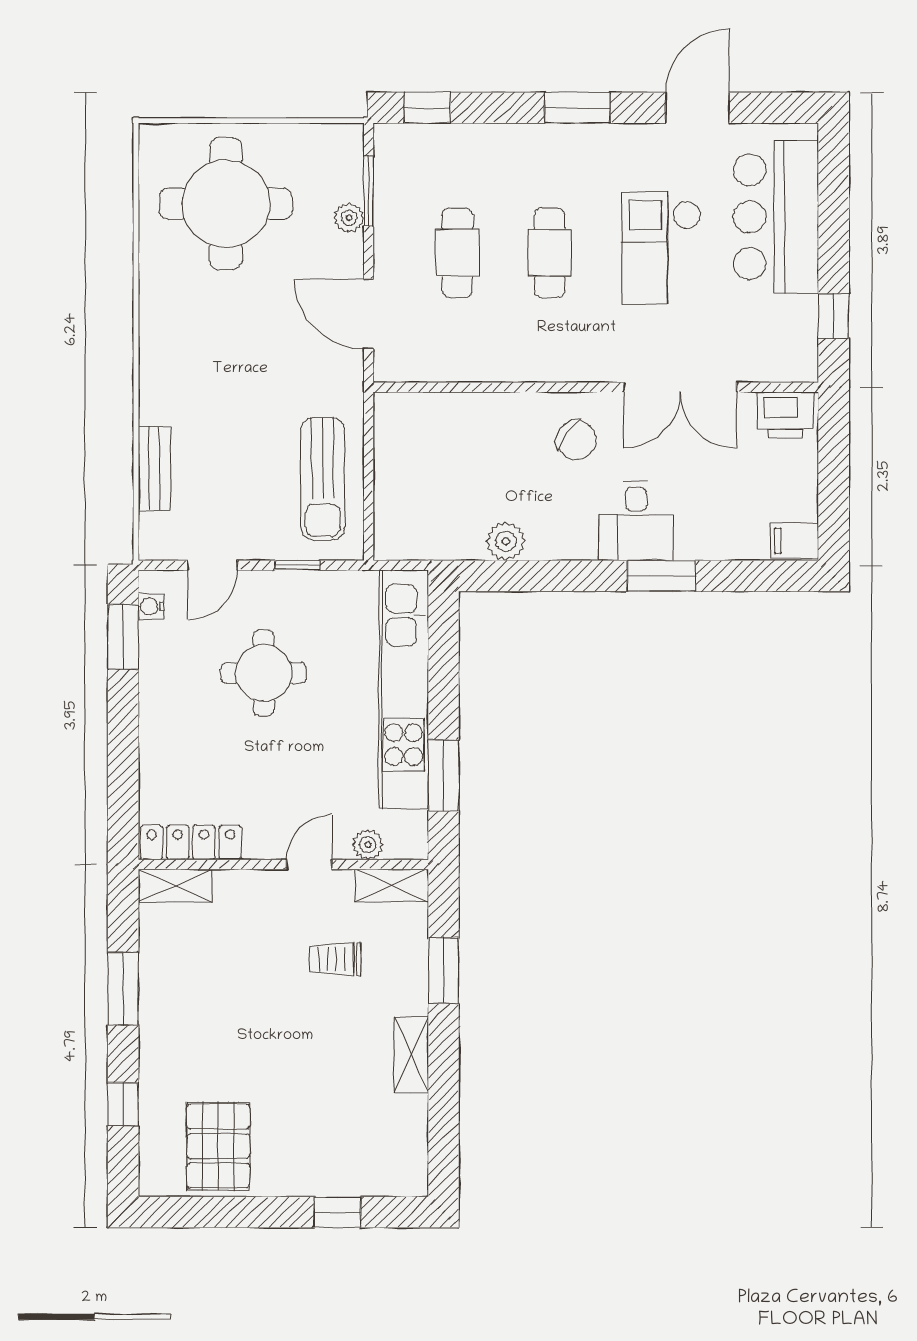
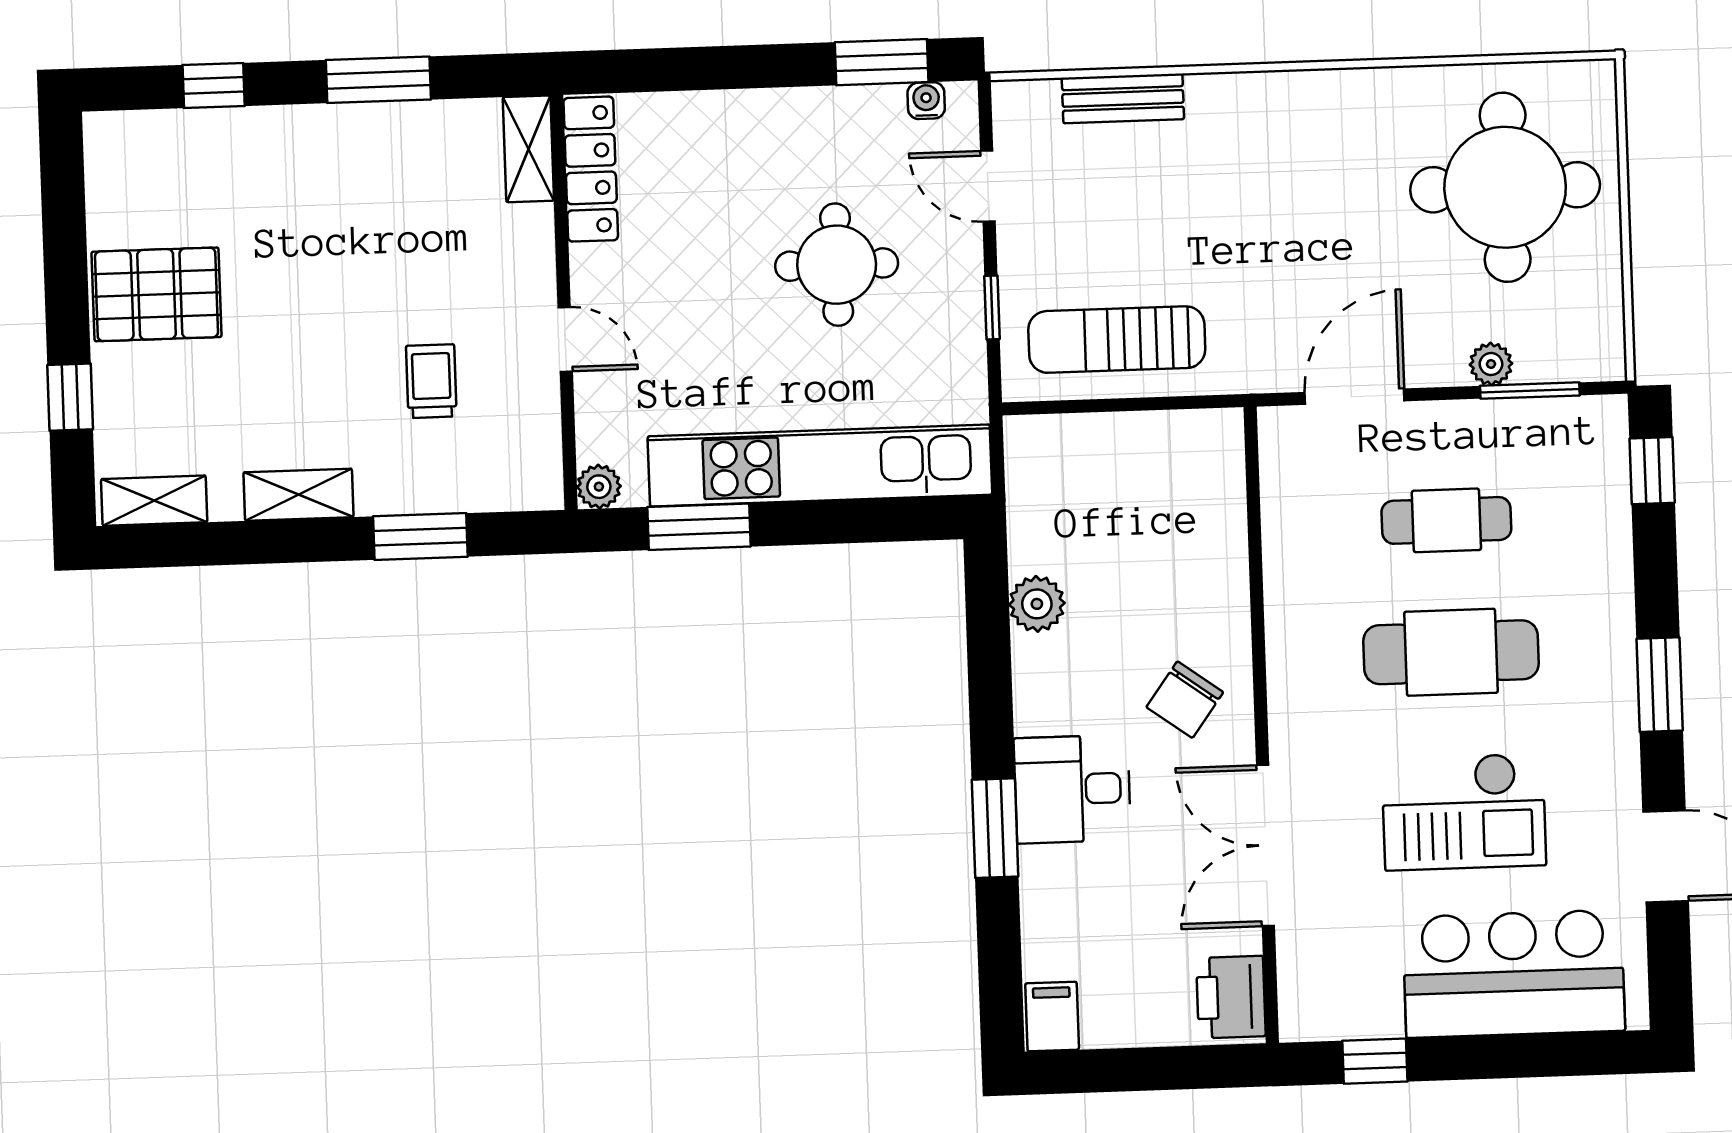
checkout: (661, 248) -> (1464, 812), turned 180
cafe table: (550, 253) -> (1451, 652), width x1.37, depth x1.35
plant: (368, 845) -> (599, 487), moved
shelving: (392, 885) -> (154, 501), moved, turned 90
pallet: (218, 1146) -> (156, 294), moved

